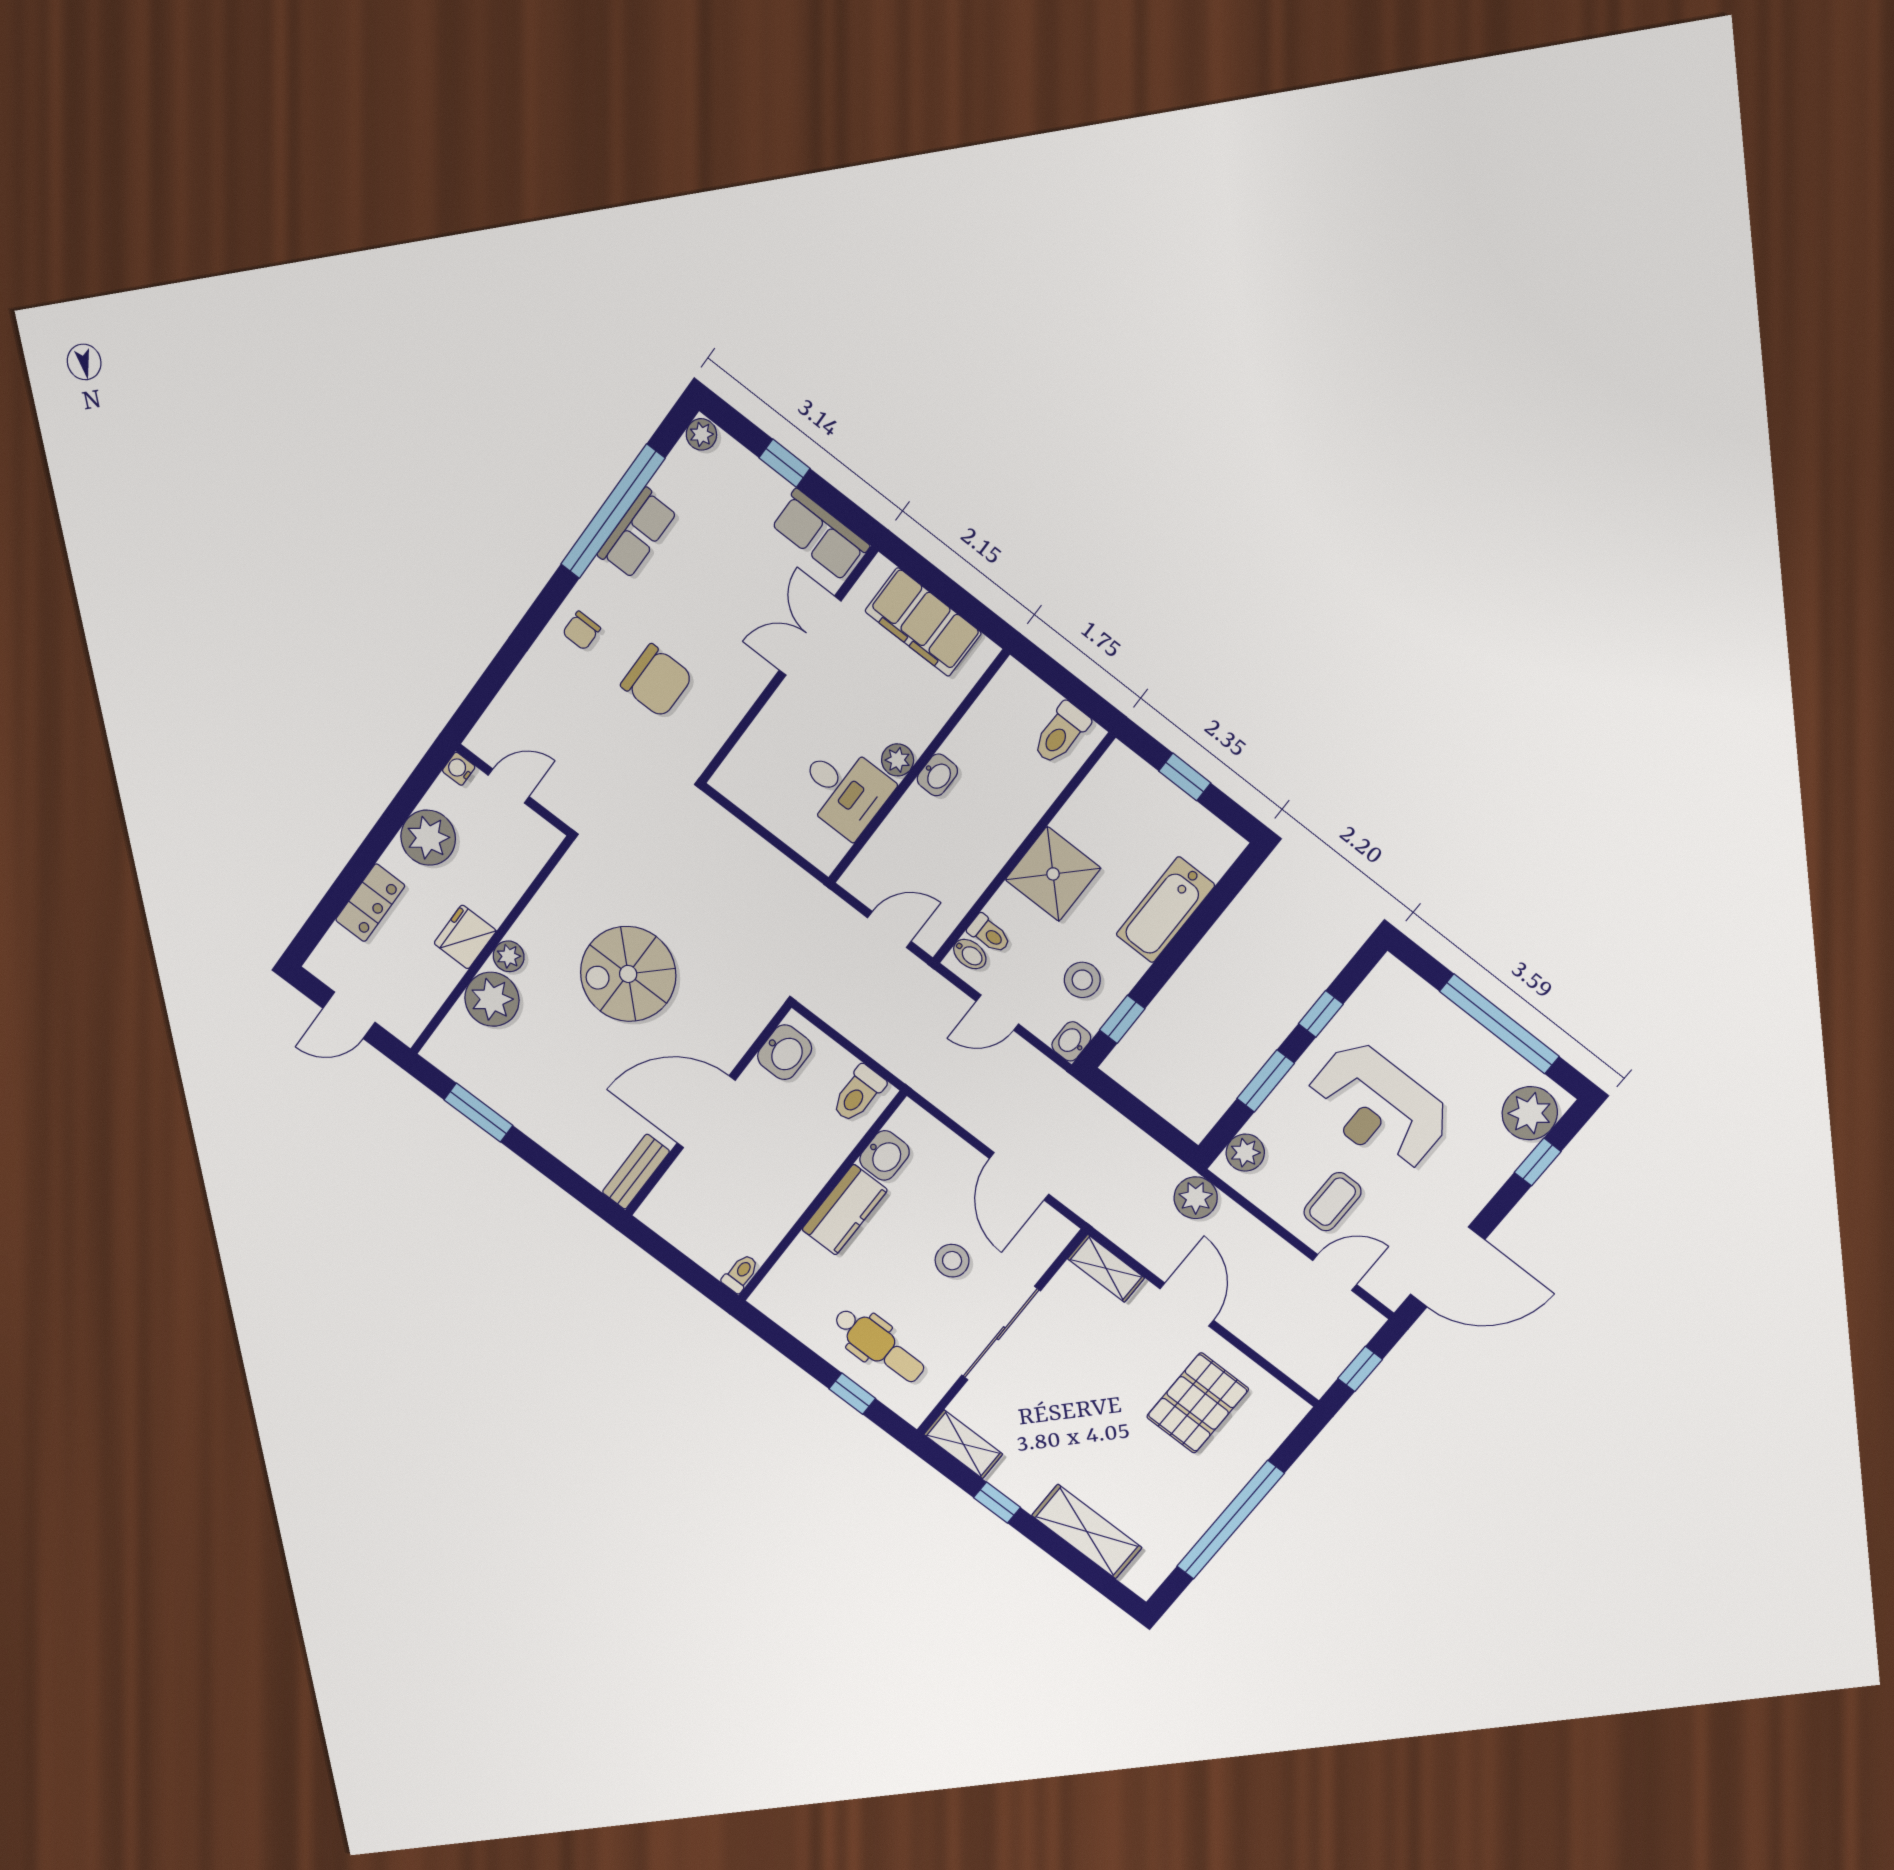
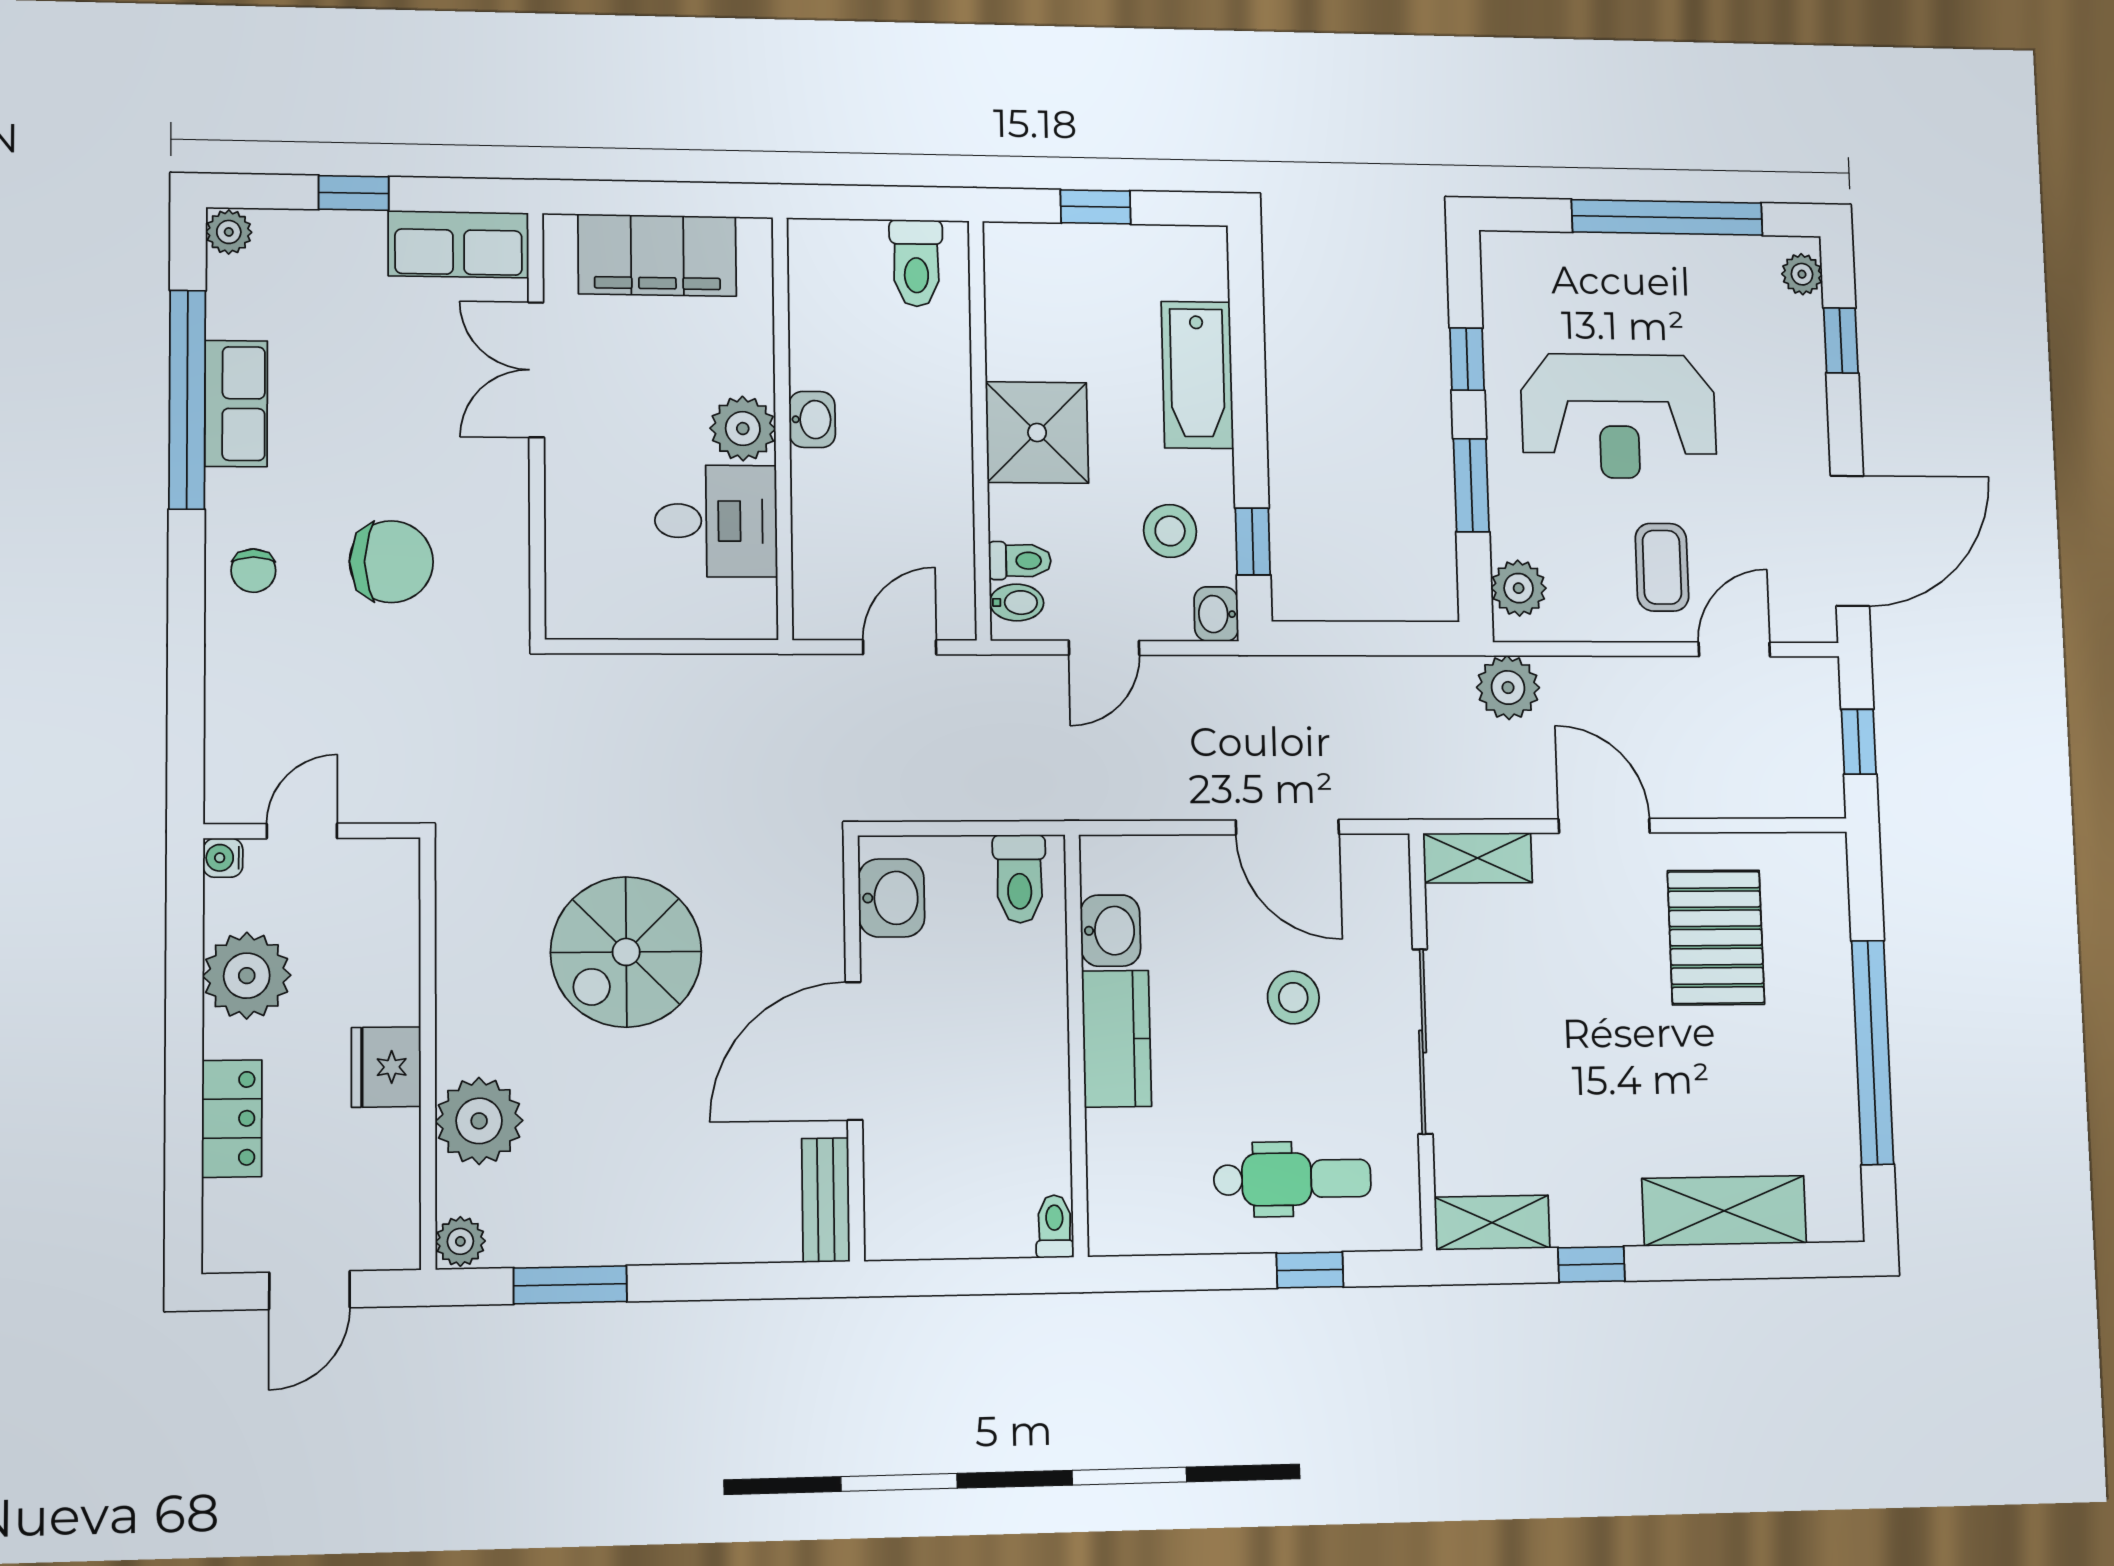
plant: (898, 760) -> (743, 429), width x1.38, depth x1.38
plant: (509, 956) -> (460, 1241), moved
plant: (1530, 1113) -> (1802, 274), width x0.53, depth x0.53

